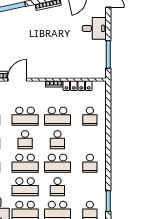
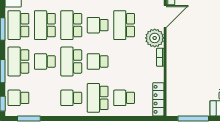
door: (17, 80) -> (165, 16), hinge flipped
locker: (78, 86) -> (158, 99), moved
plant: (37, 89) -> (155, 38), added
school desk: (57, 116) -> (98, 98), moved

